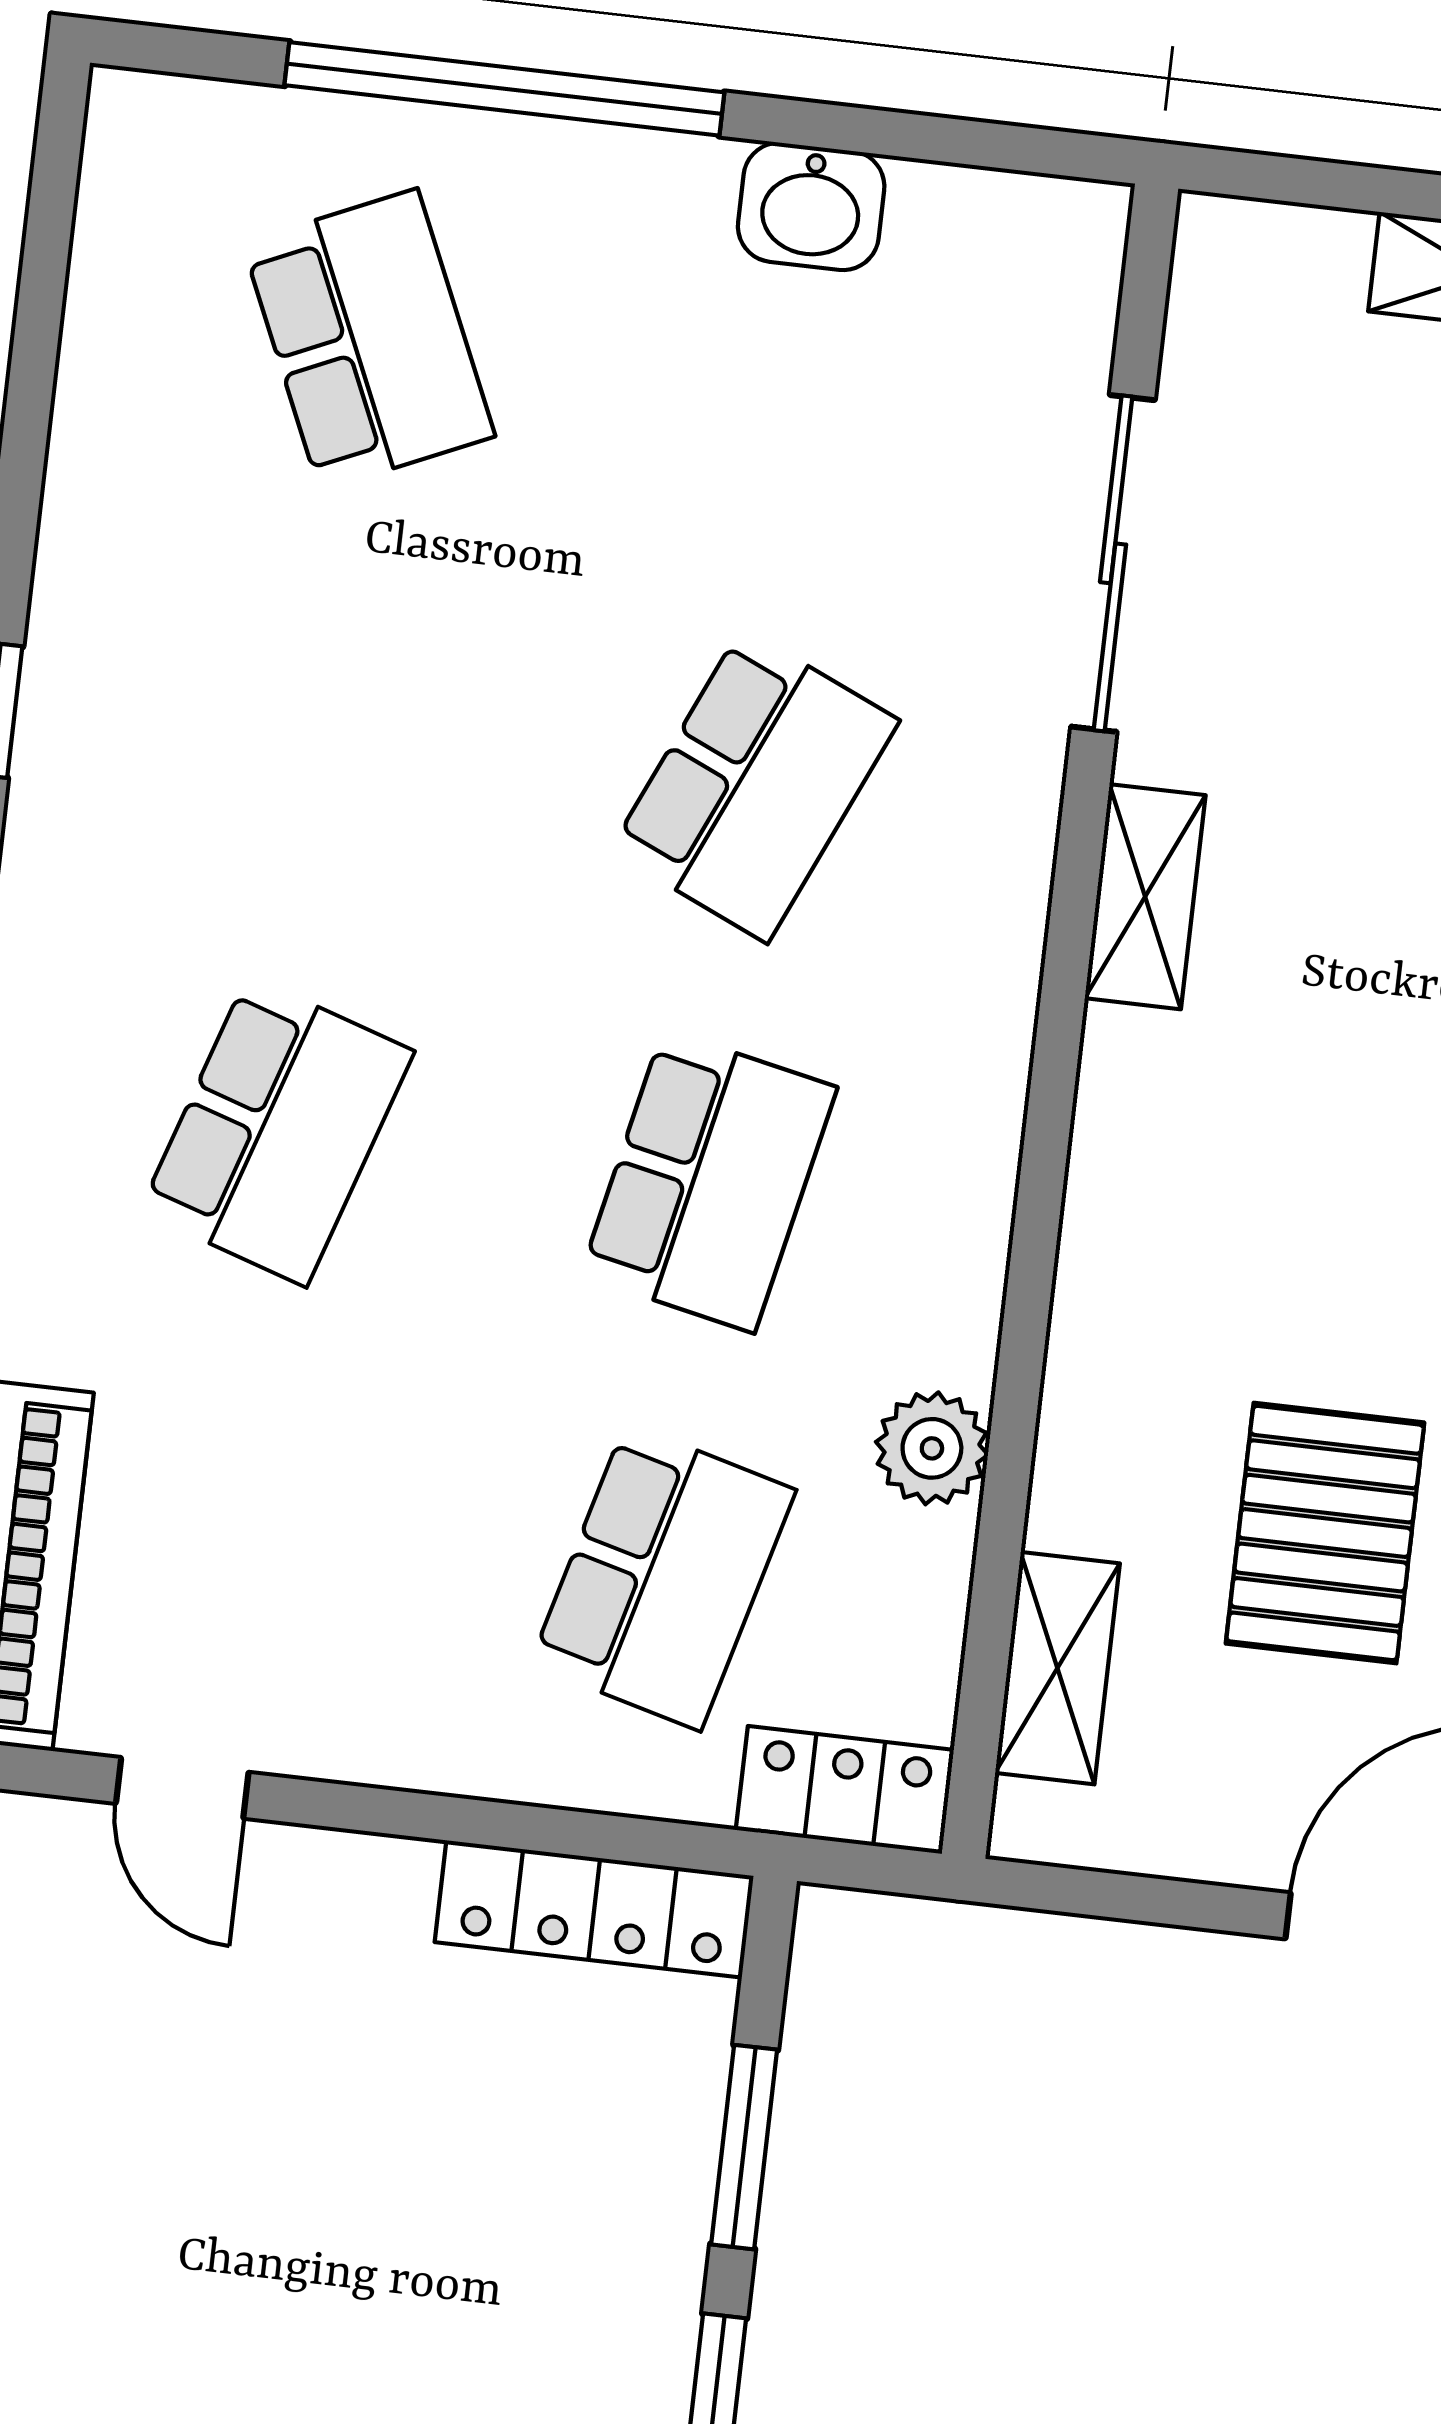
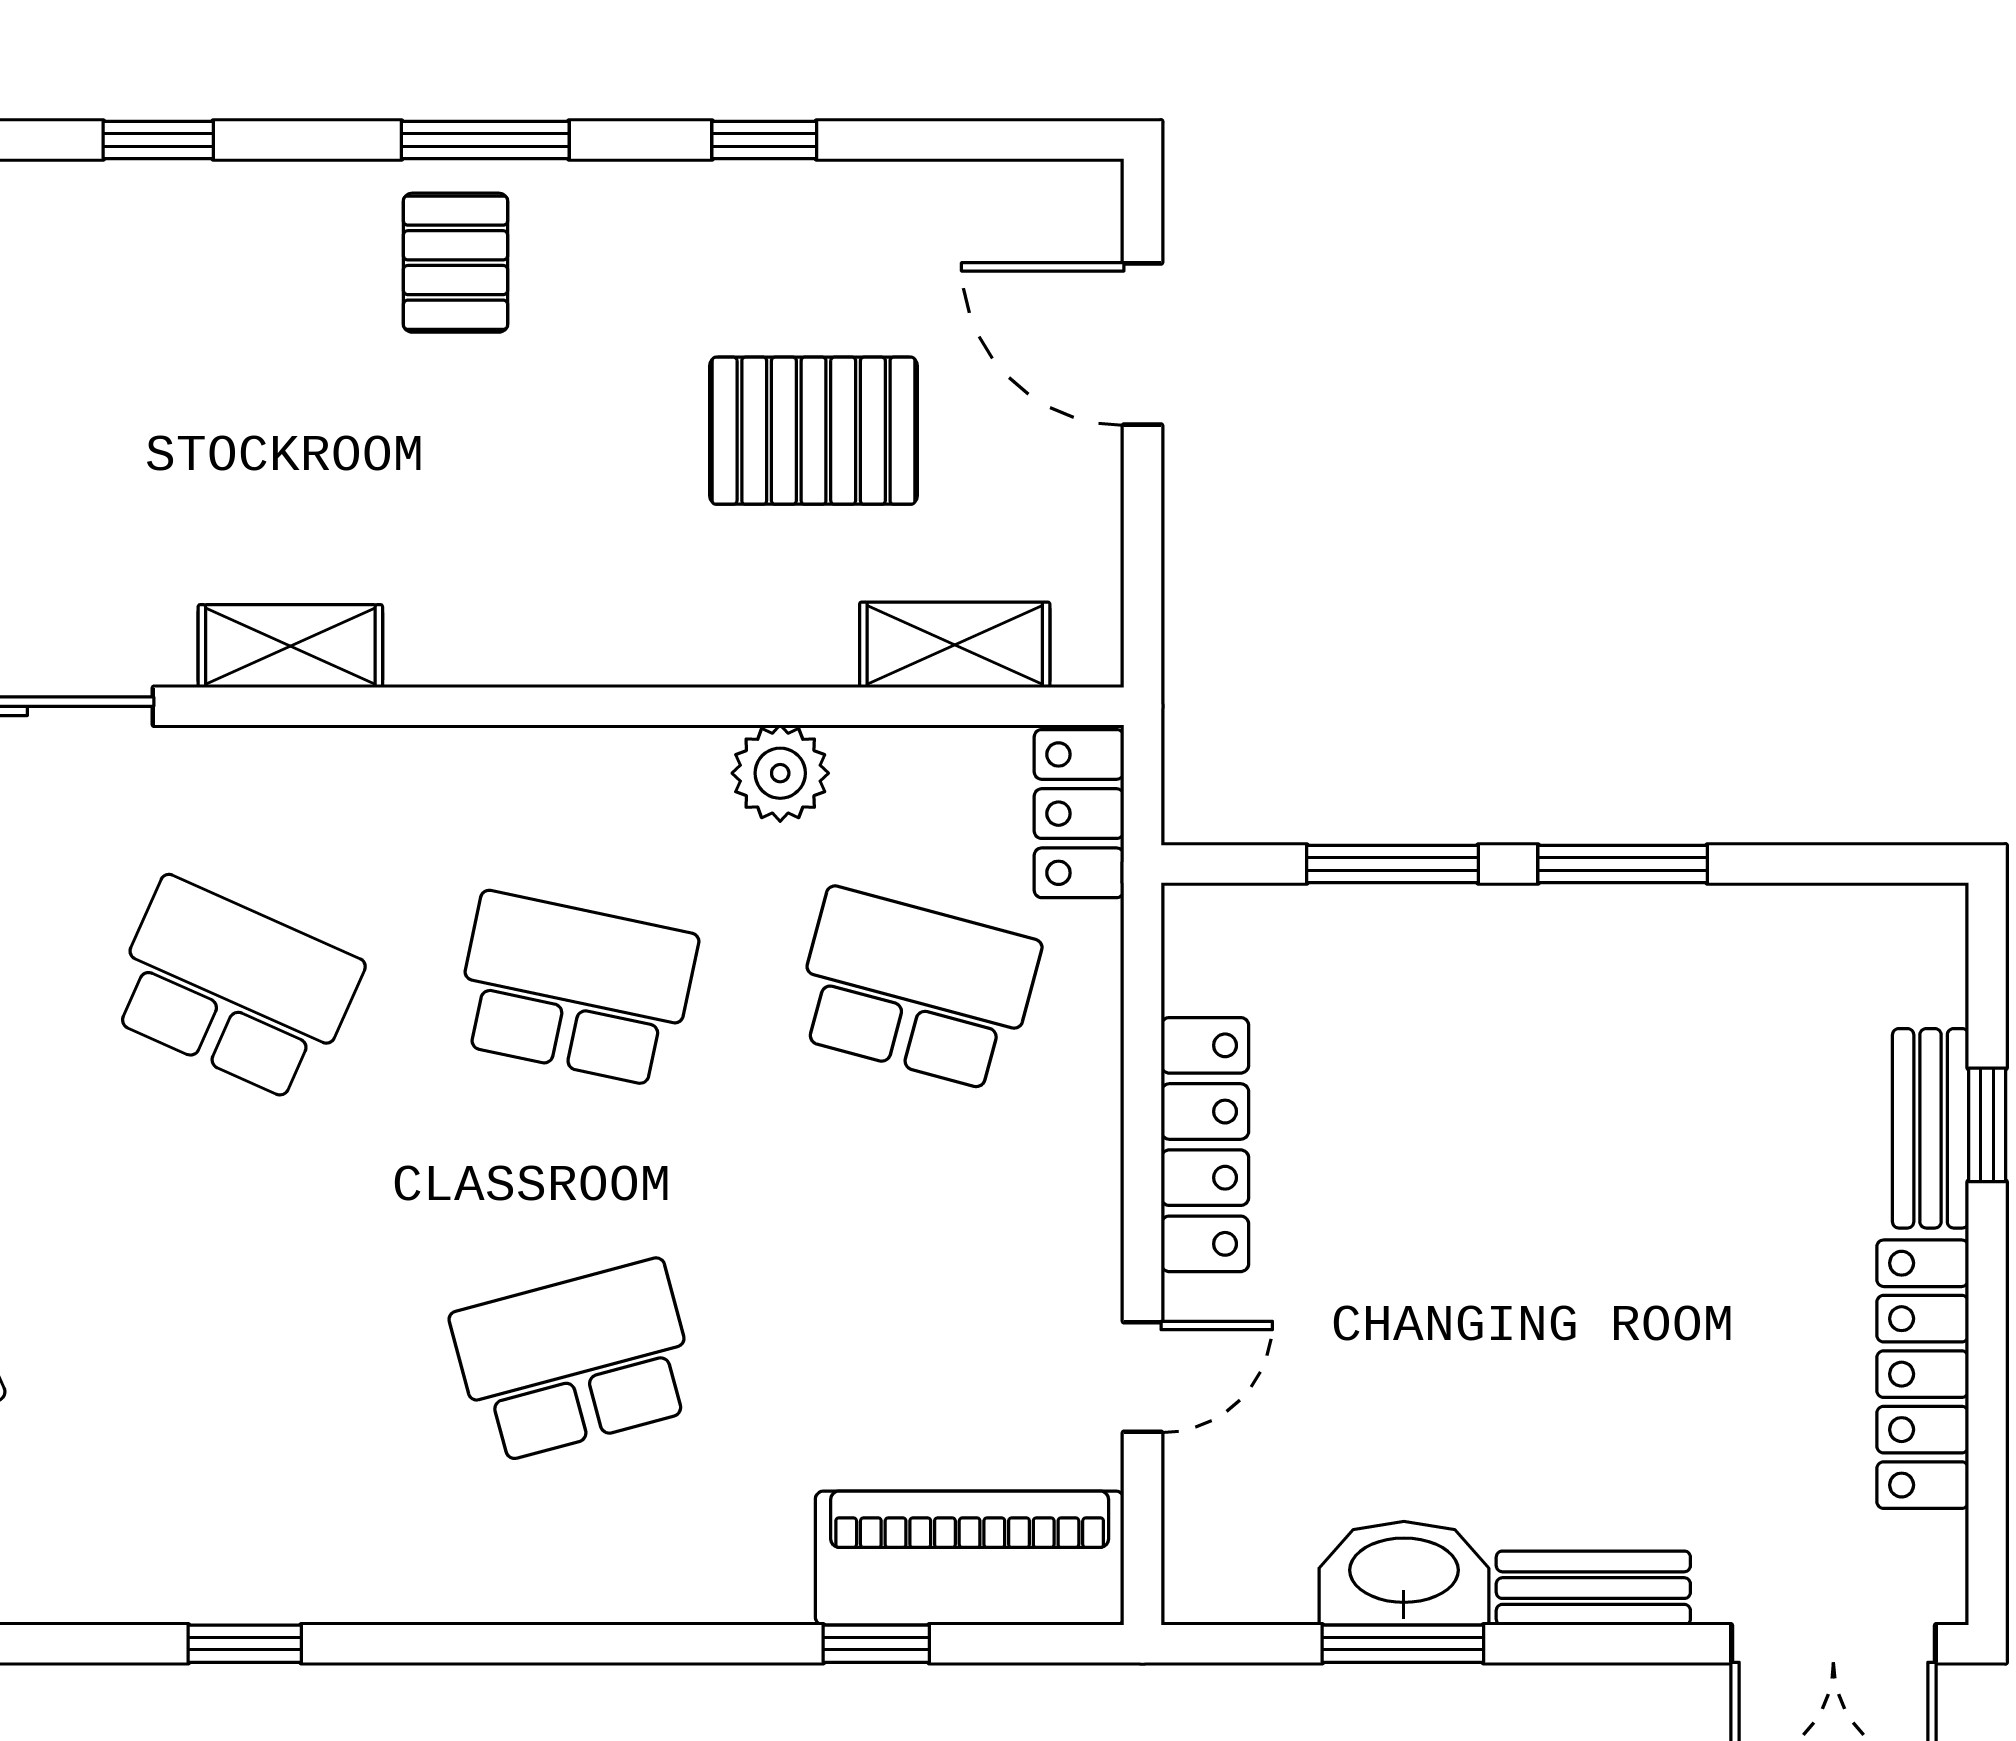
school desk: (277, 1131) -> (575, 1361), turned -33
locker: (594, 1909) -> (1205, 1145), moved

